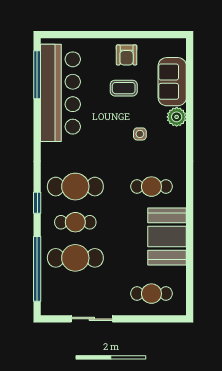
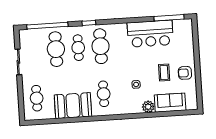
bar counter: (60, 93) -> (150, 34), width x0.73

